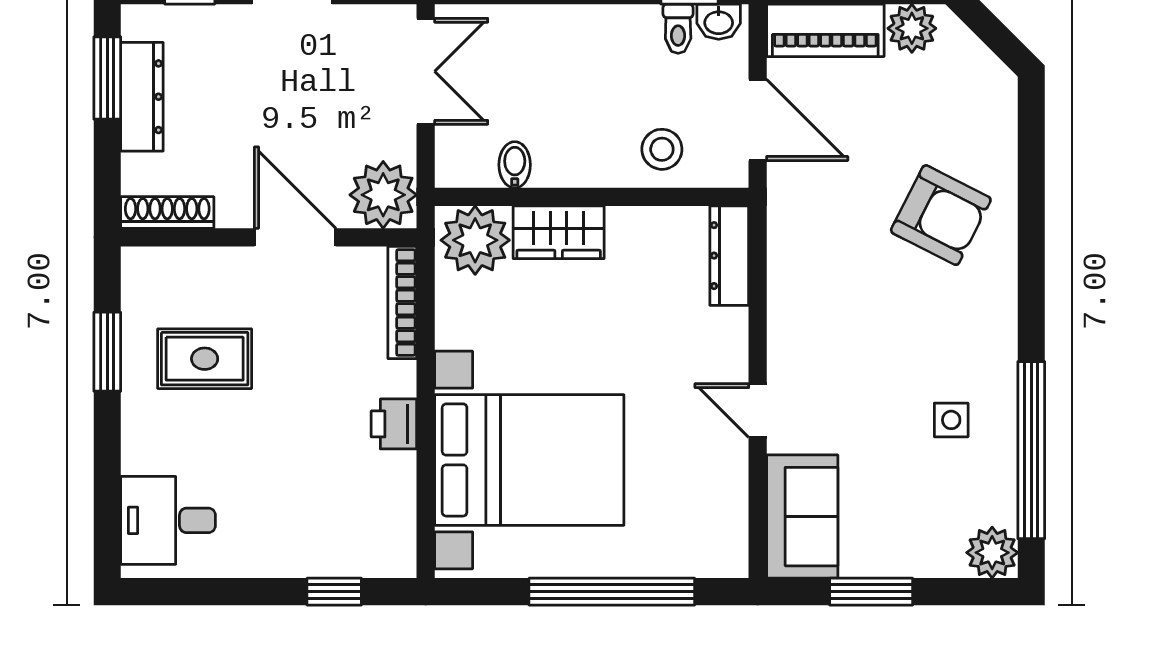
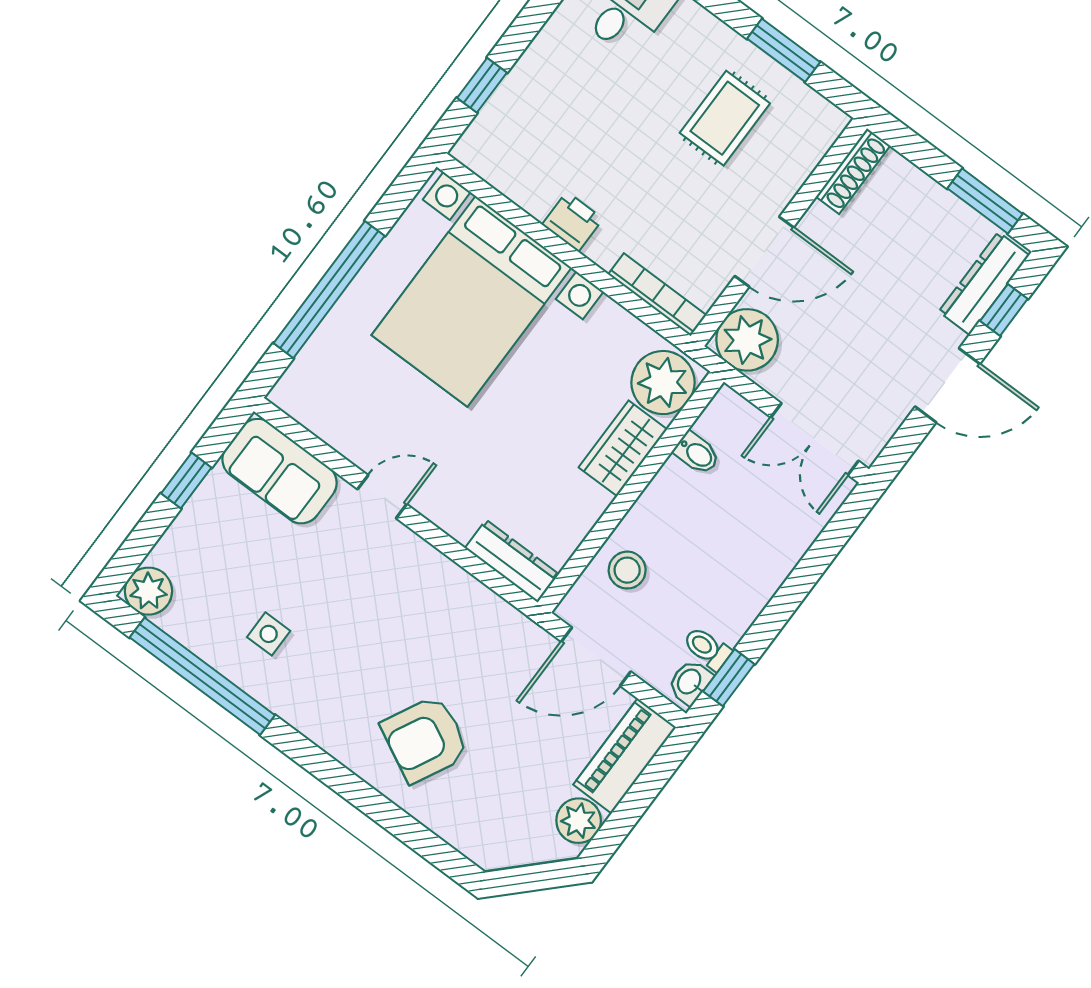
dresser: (142, 97) -> (984, 283), moved, turned 90
window: (871, 592) -> (186, 481), width x0.67

